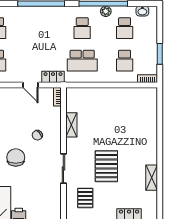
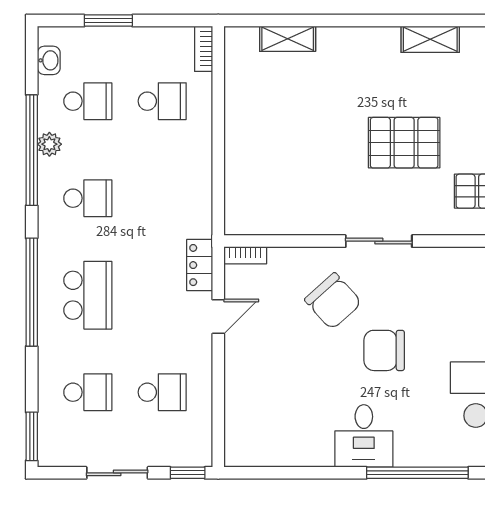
window: (160, 54) -> (108, 21), moved
school desk: (82, 61) -> (88, 295), moved
shelving: (71, 125) -> (288, 39), moved
chair: (37, 135) -> (333, 301), width x1.87, depth x1.87
sliding door: (63, 168) -> (379, 241), moved

